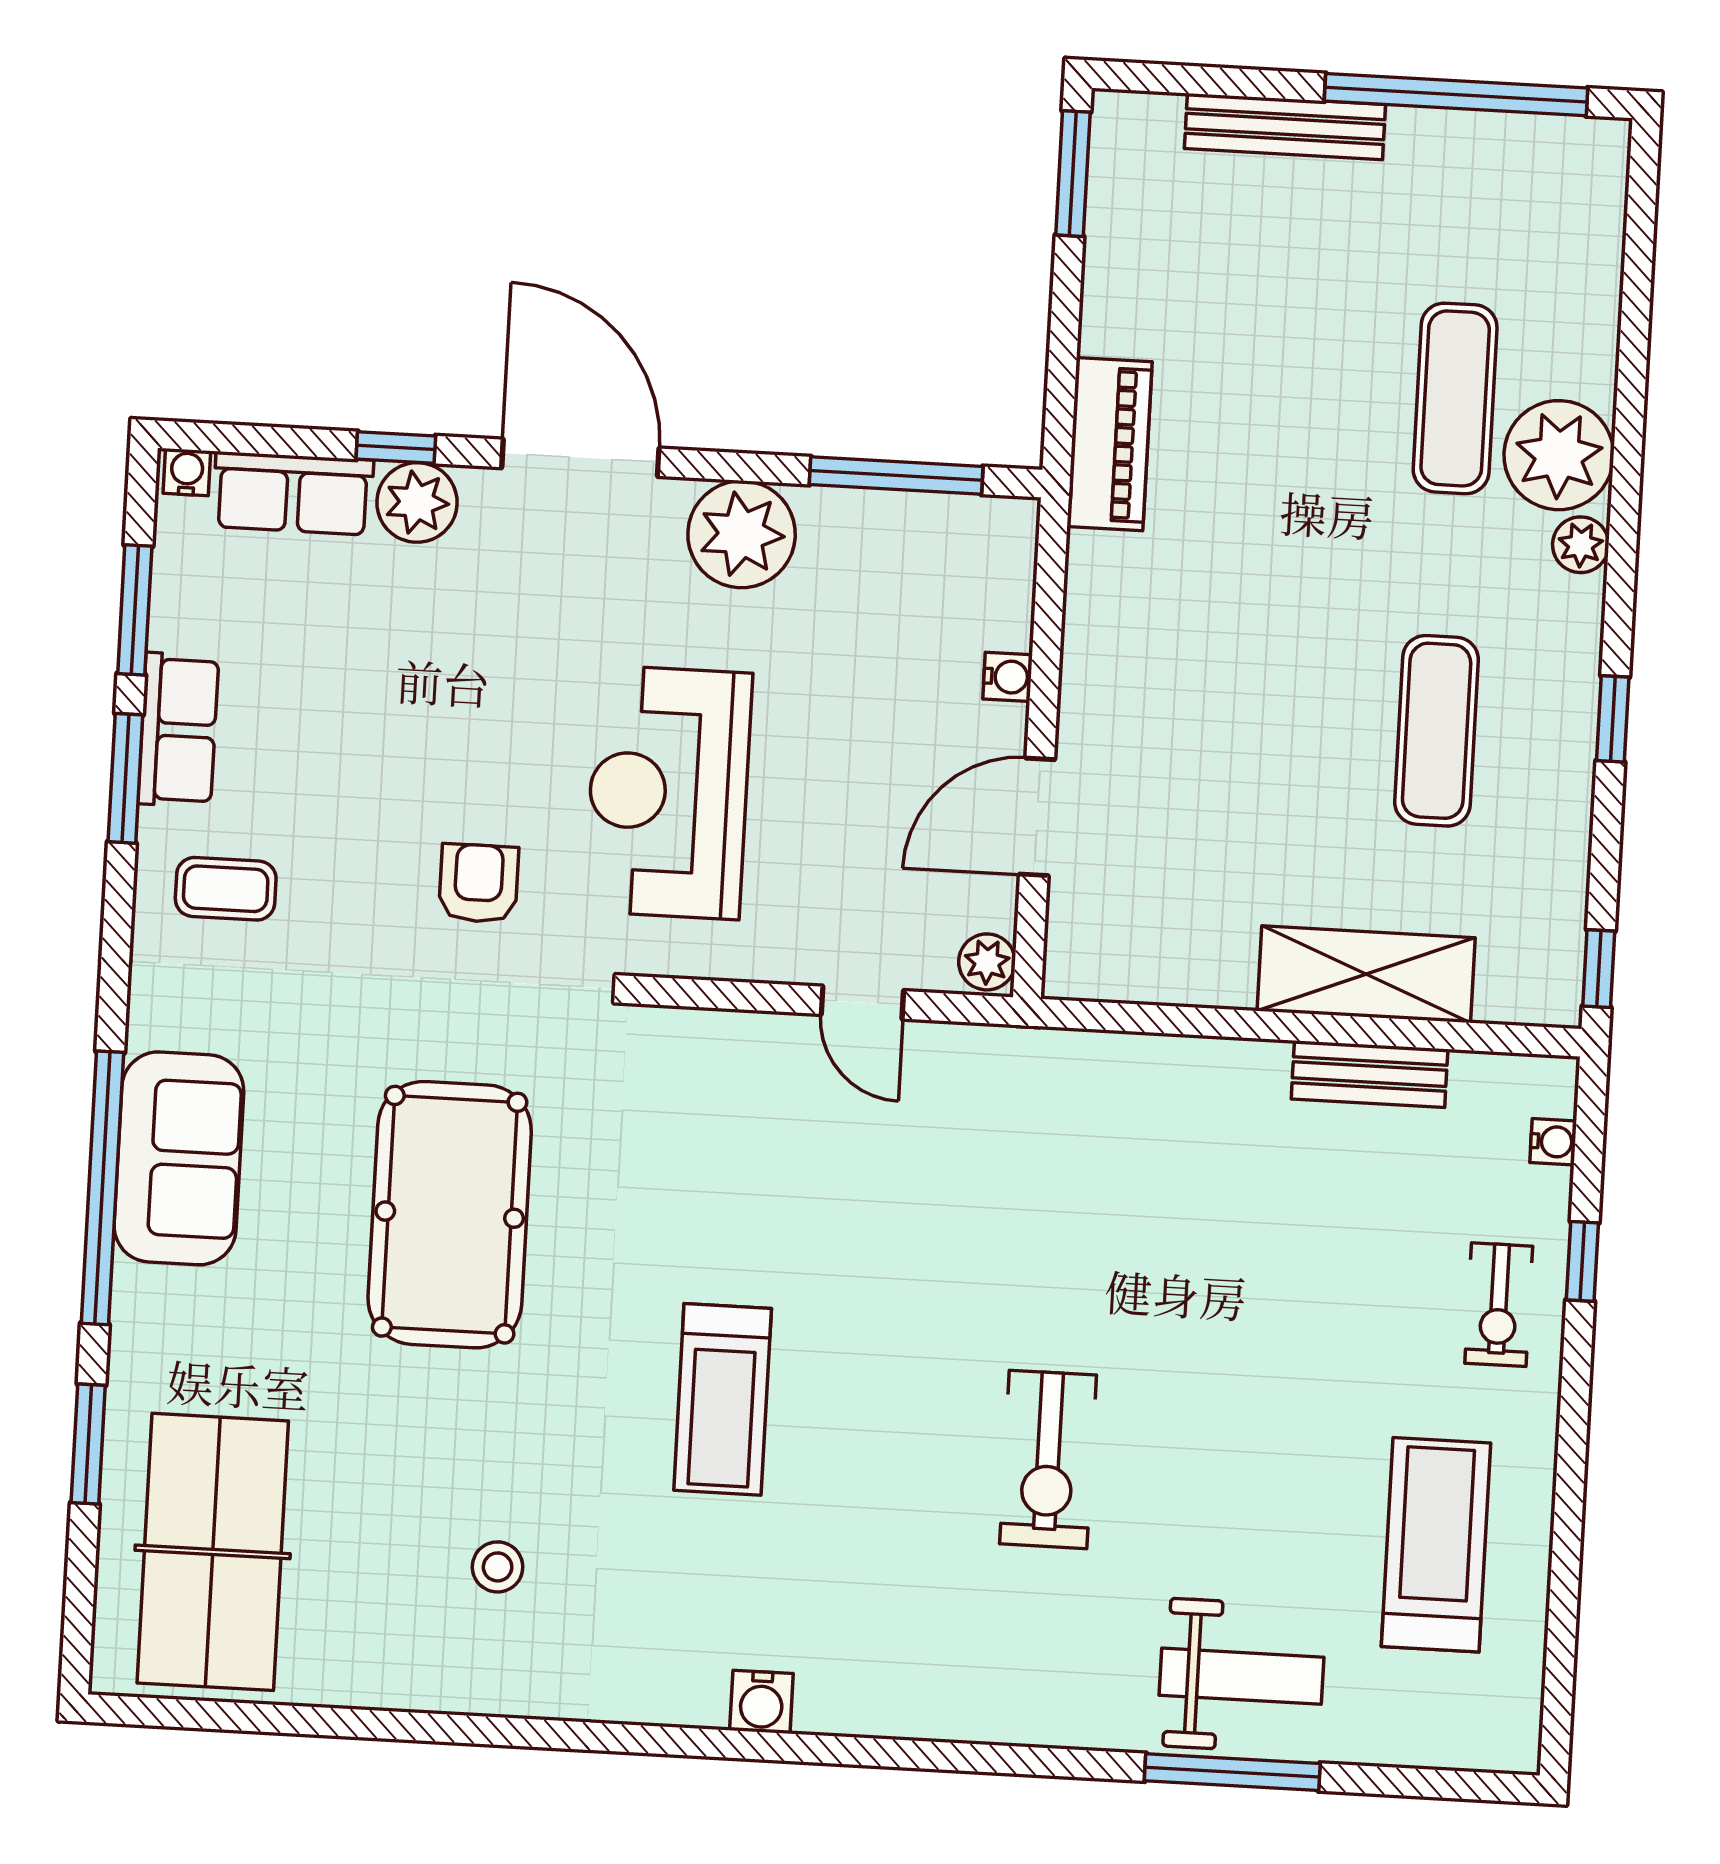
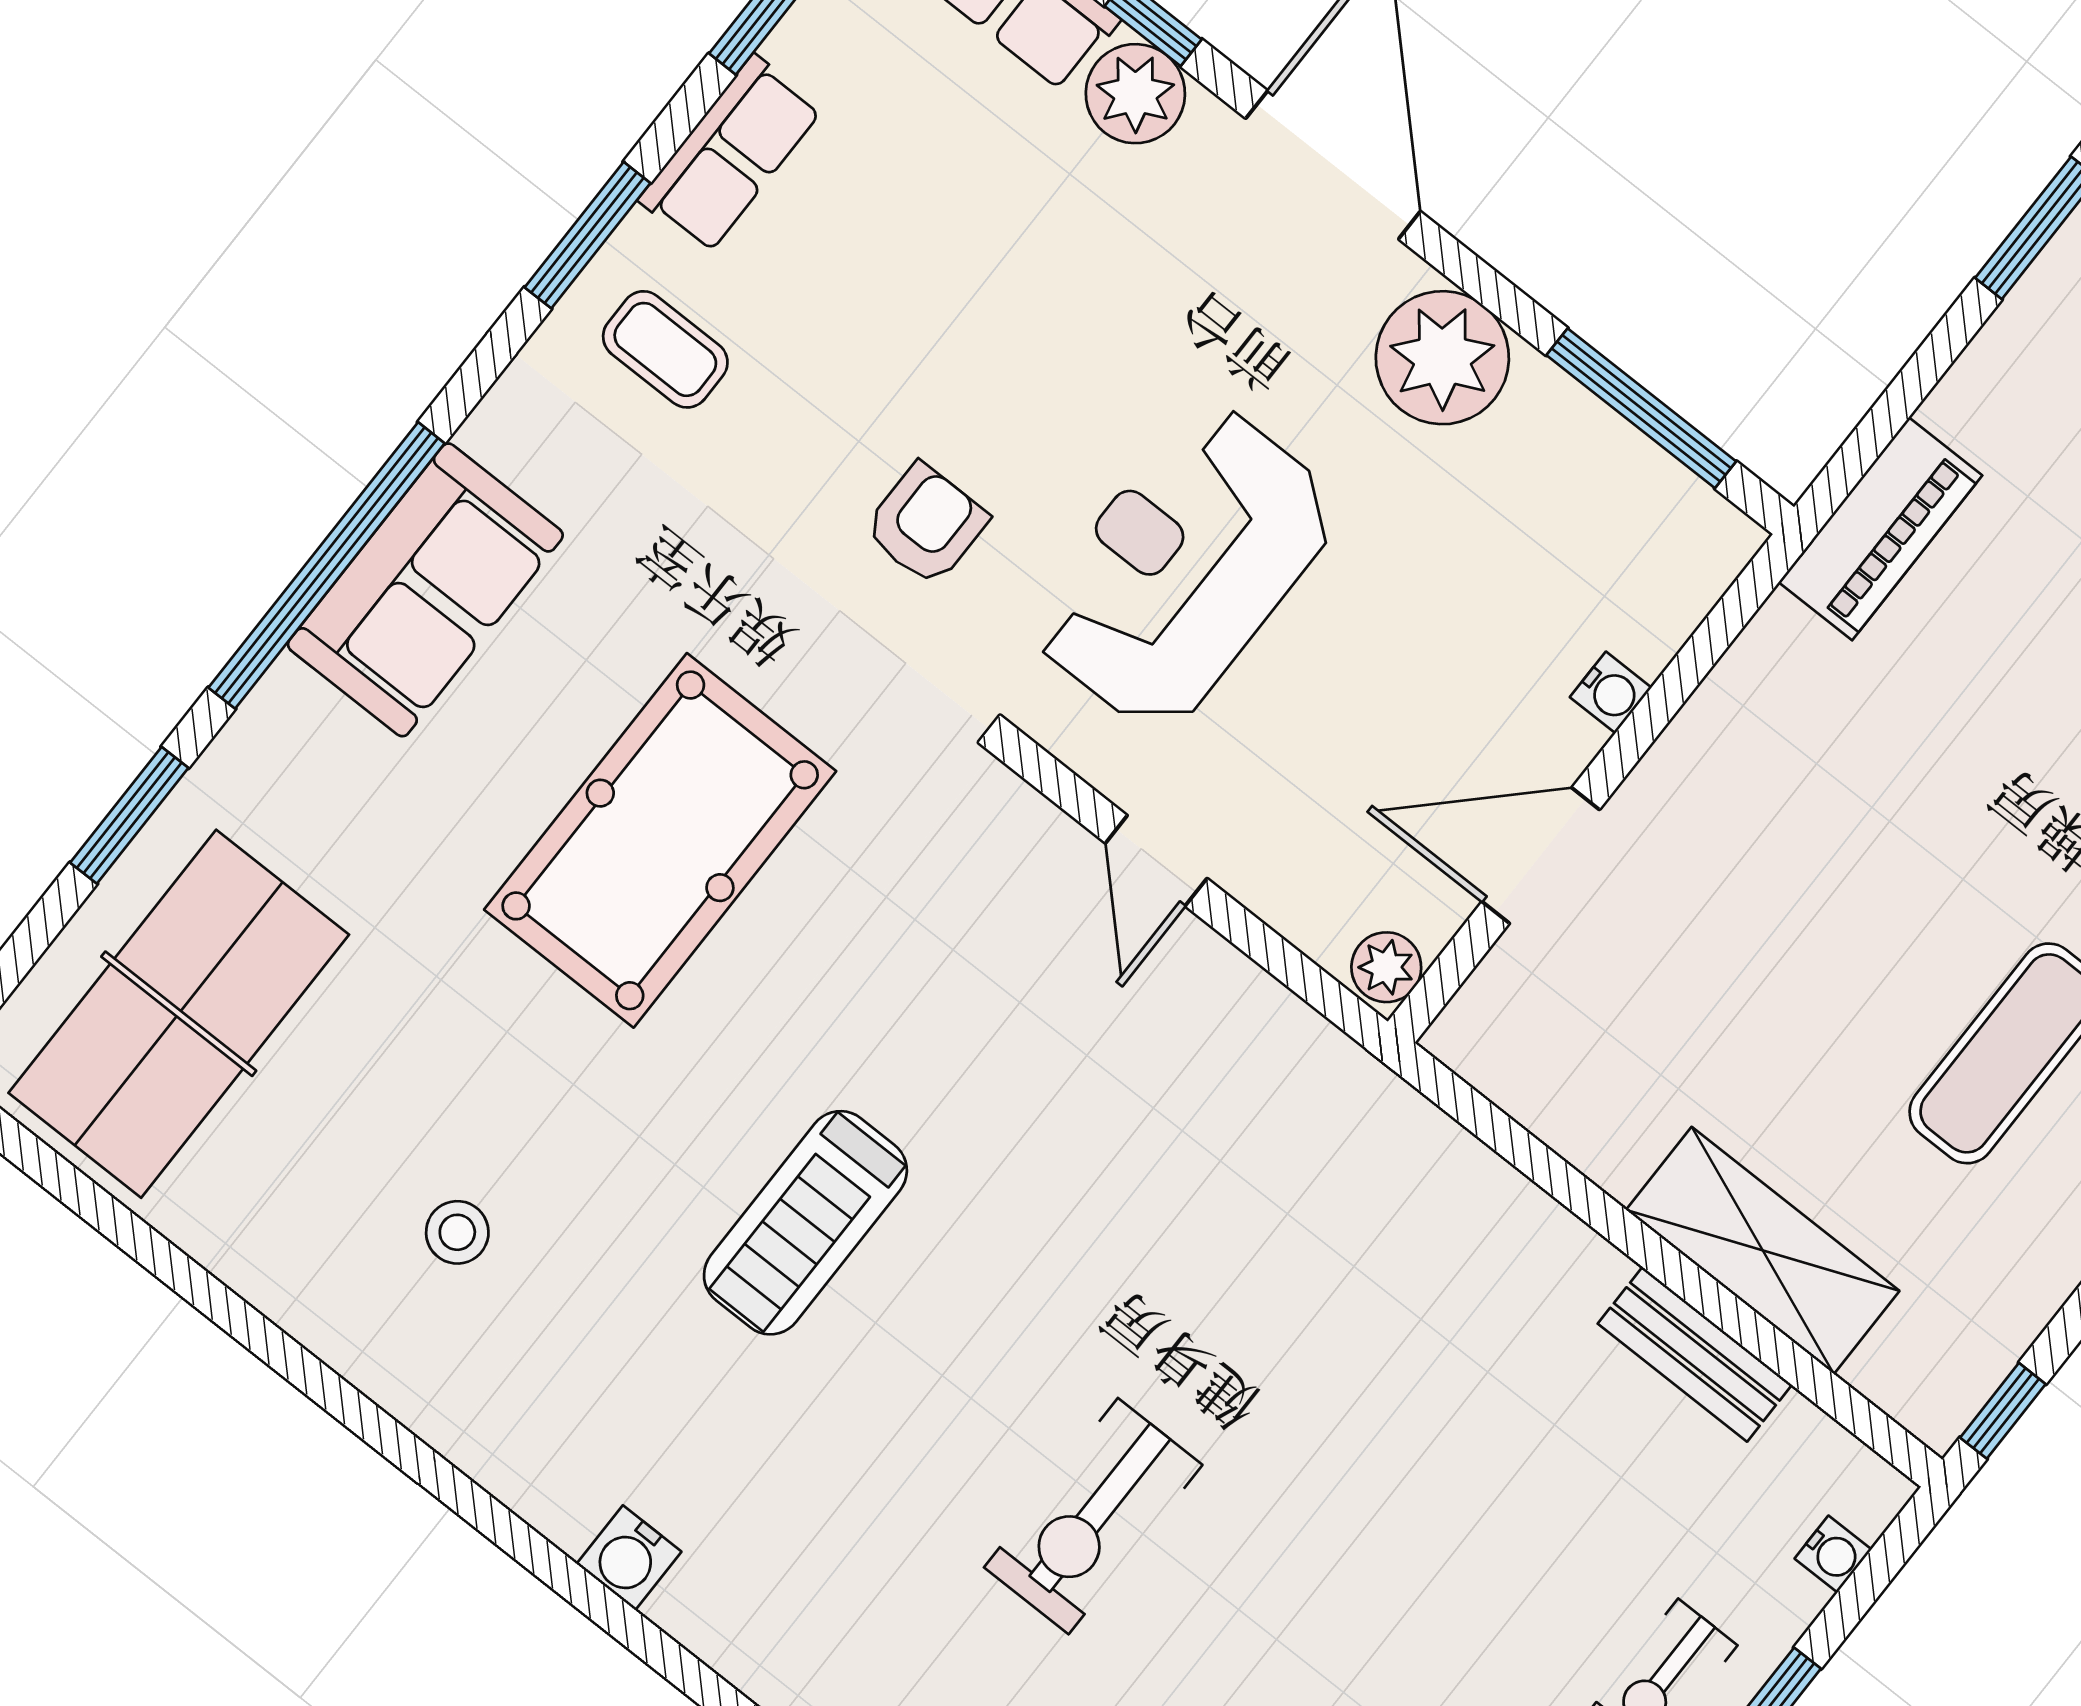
window: (125, 778) -> (587, 235), moved
door: (862, 1003) -> (1156, 861), moved

